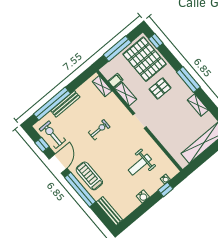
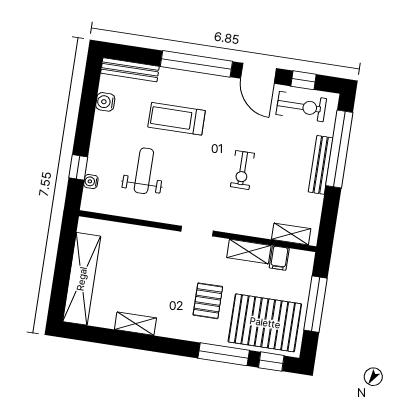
window: (188, 79) -> (224, 354), moved
treadmill: (89, 176) -> (177, 119), moved, turned 180
water cooler: (143, 197) -> (105, 102), moved

